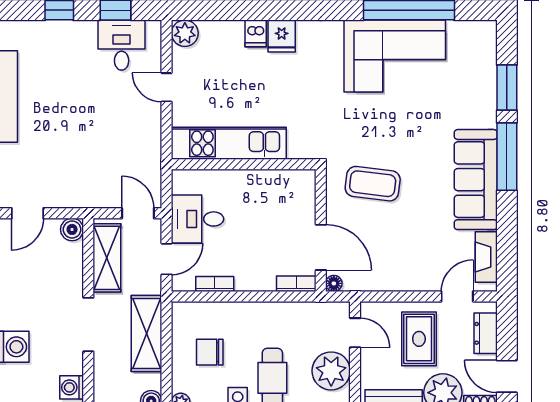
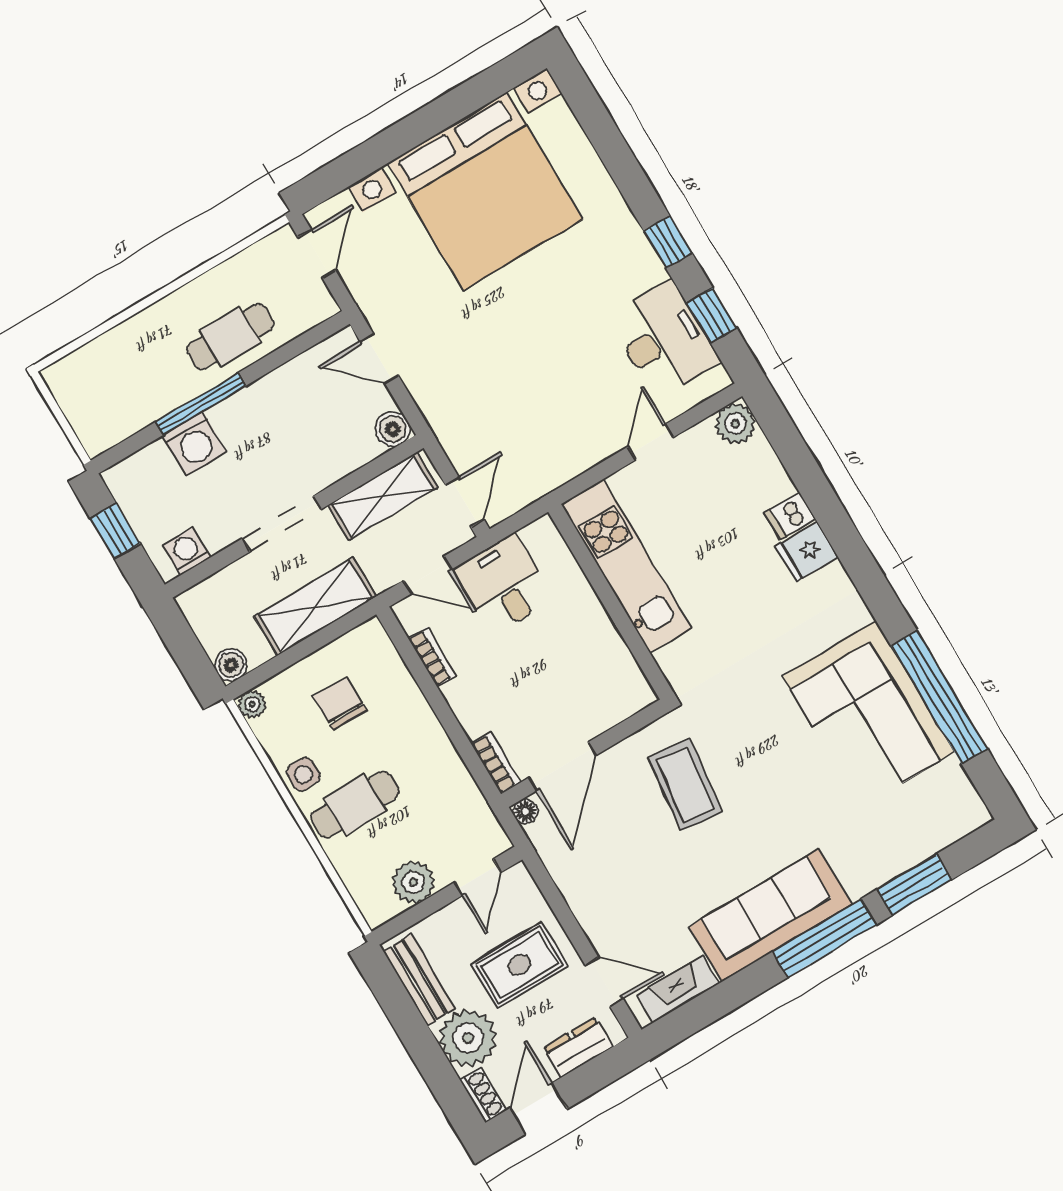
desk: (122, 45) -> (664, 339), width x1.37
plant: (331, 371) -> (413, 882), width x0.73, depth x0.73

